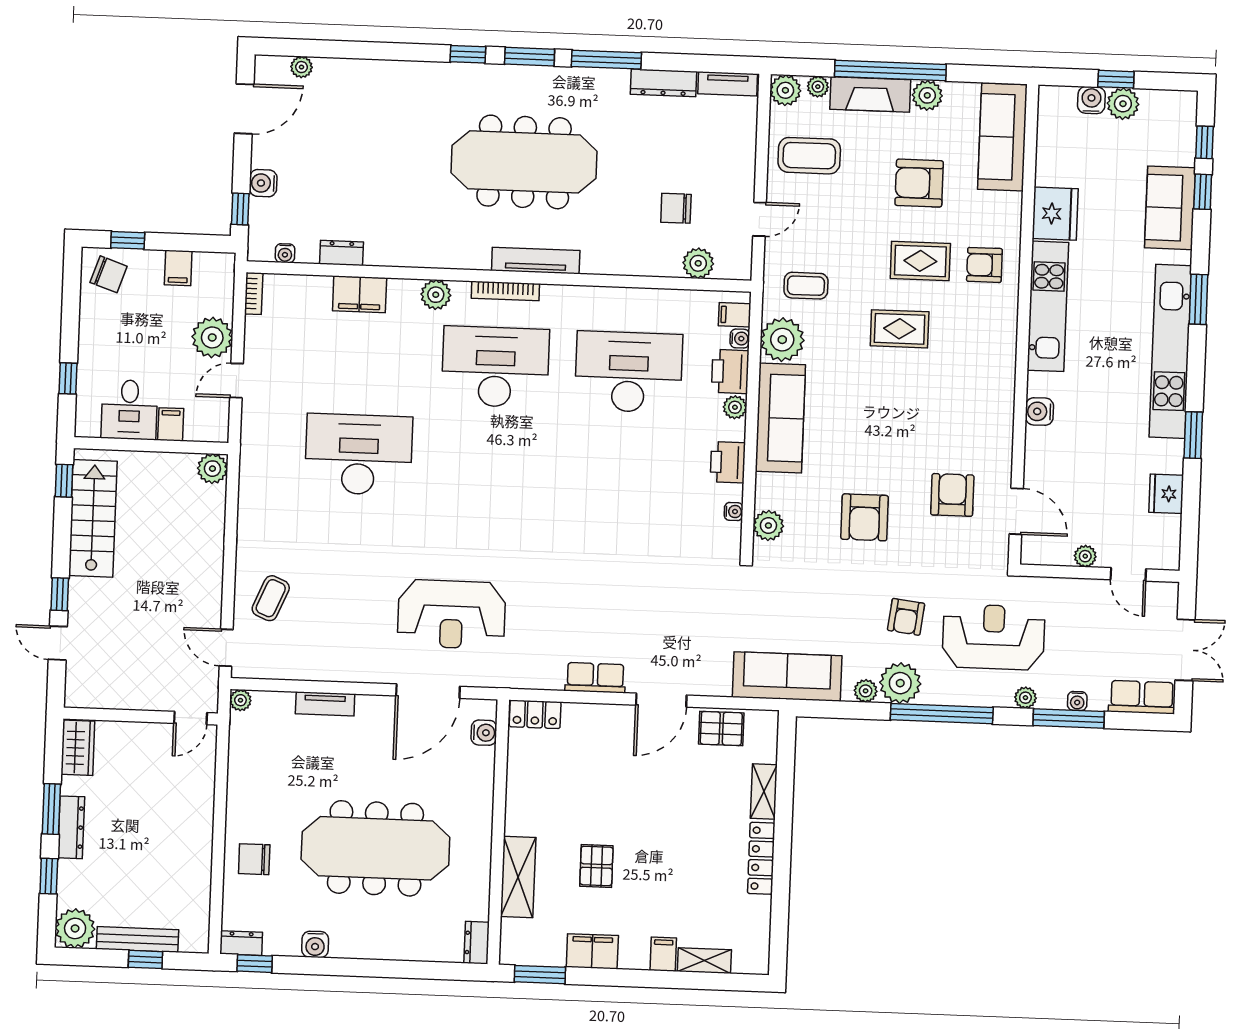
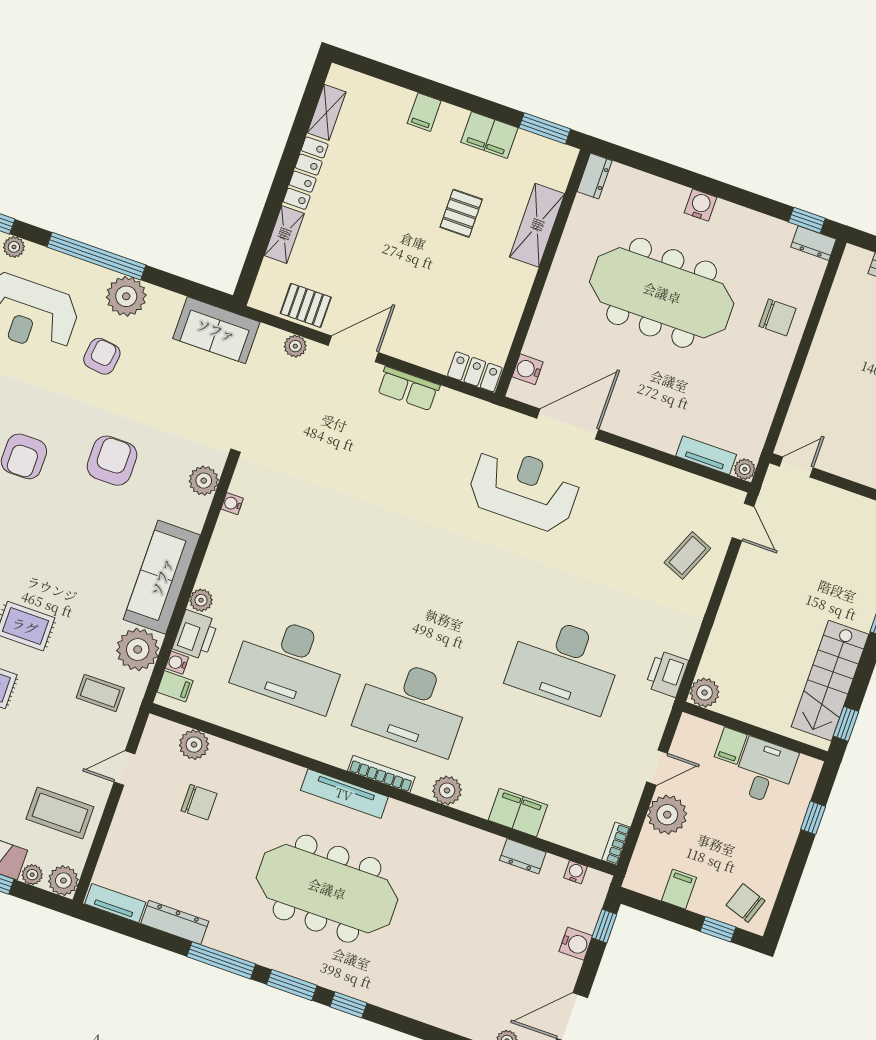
printer: (728, 462) -> (667, 674), moved, turned 180
sofa: (787, 676) -> (216, 330), width x0.73
plant: (866, 691) -> (295, 346), moved
tv unit: (325, 704) -> (706, 455), moved
water cooler: (315, 944) -> (701, 205), moved
shelving: (704, 961) -> (327, 112), moved, turned 90

